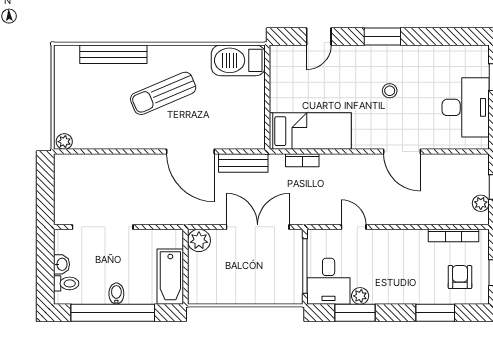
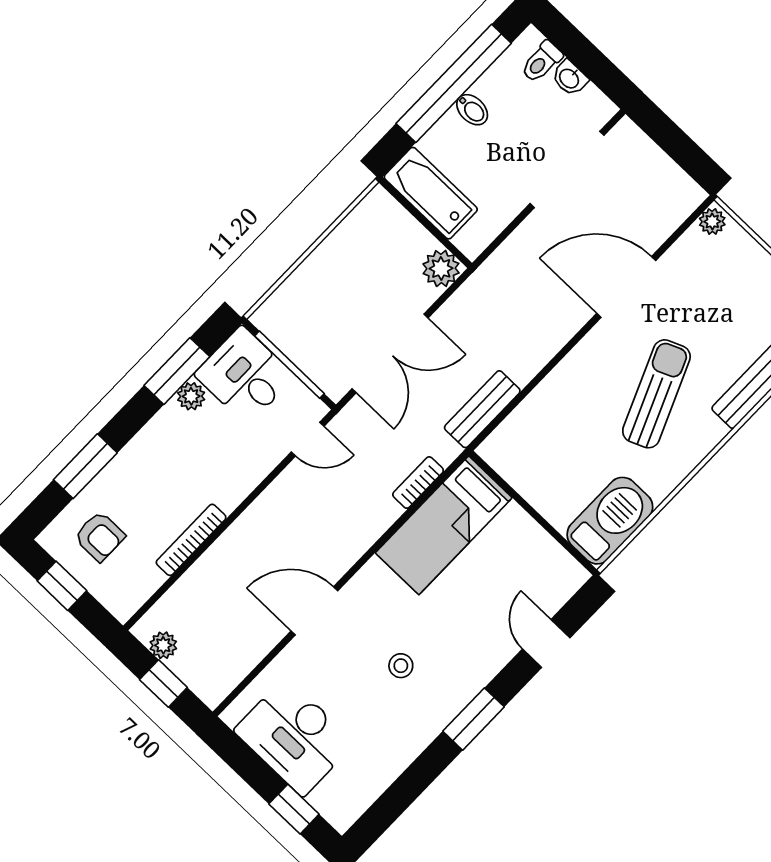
door: (190, 152) -> (626, 287), moved
door: (354, 227) -> (308, 439), moved
bookcase: (453, 235) -> (191, 540), moved

